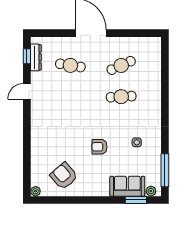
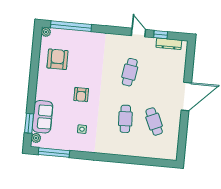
window: (27, 56) -> (161, 35), moved
cafe table: (70, 65) -> (130, 72), moved
armchair: (99, 147) -> (81, 95), turned 180
window: (27, 165) -> (71, 26), added
armchair: (64, 176) -> (58, 59), turned -49

